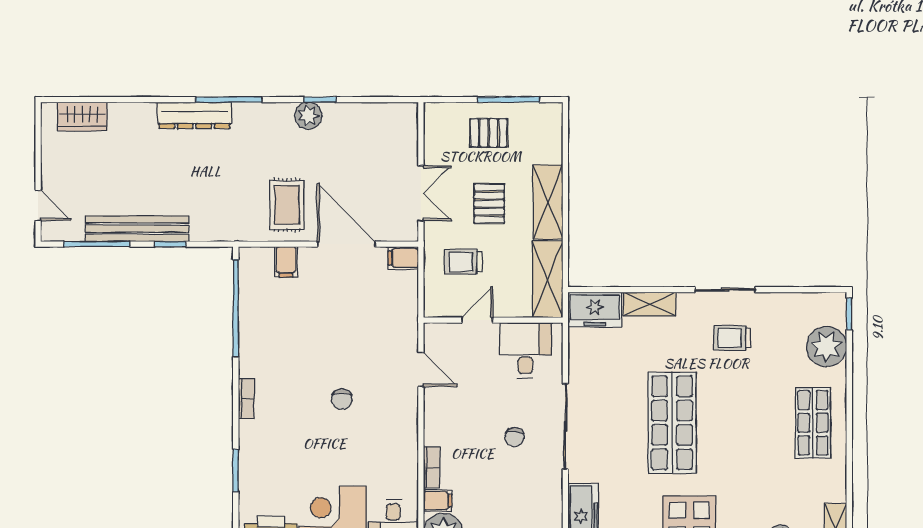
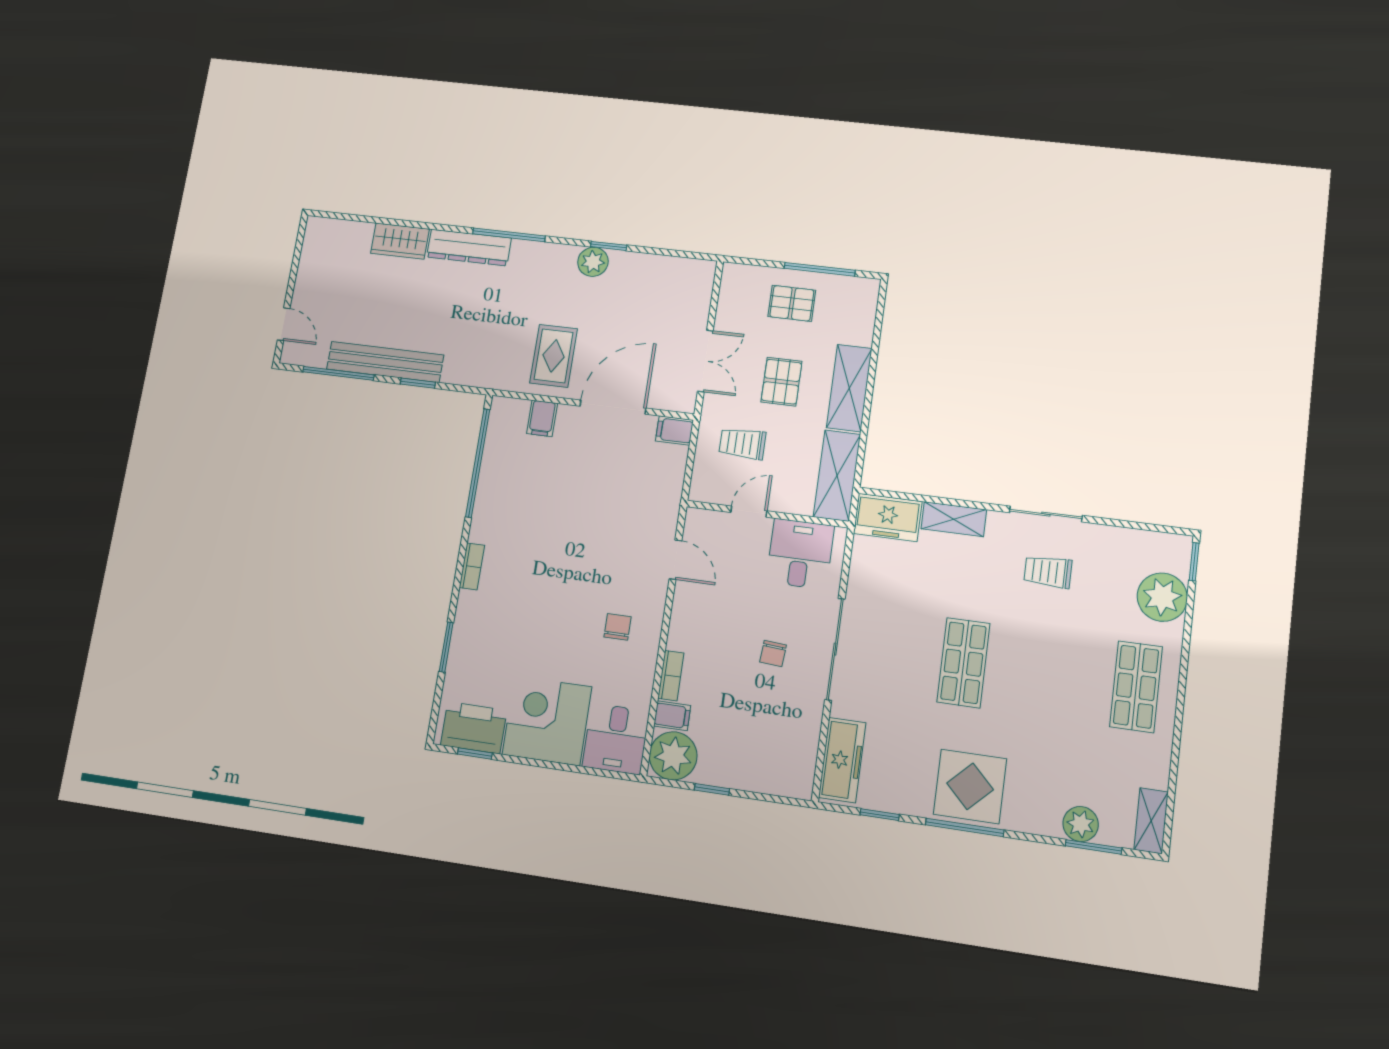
wardrobe: (82, 117) -> (400, 241), moved
door: (346, 244) -> (613, 407), hinge flipped
chair: (342, 399) -> (618, 627), moved, turned 180
shop shelf: (672, 423) -> (963, 663), width x0.70, depth x0.74

